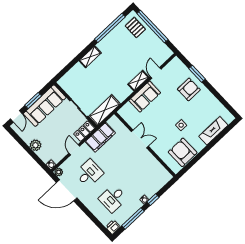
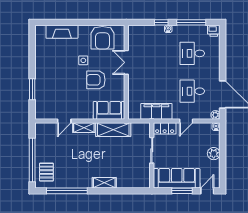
armchair: (189, 89) -> (96, 80), moved
sofa: (145, 97) -> (109, 110), moved
shelving: (104, 110) -> (113, 130), moved
double door: (140, 139) -> (126, 62), moved
desk: (113, 198) -> (192, 53), turned 180

